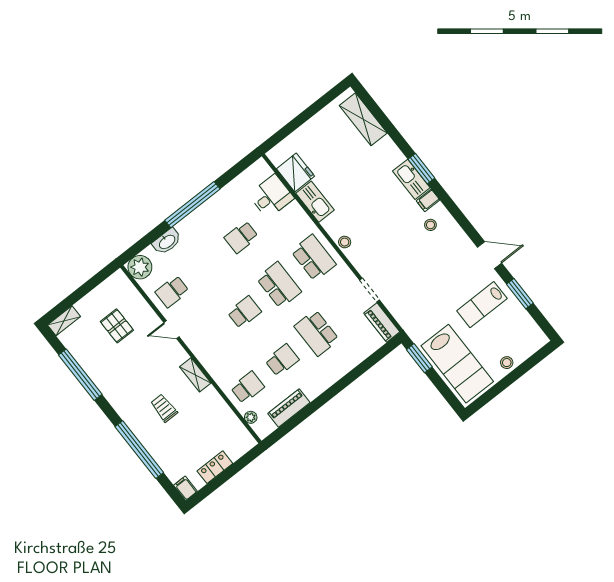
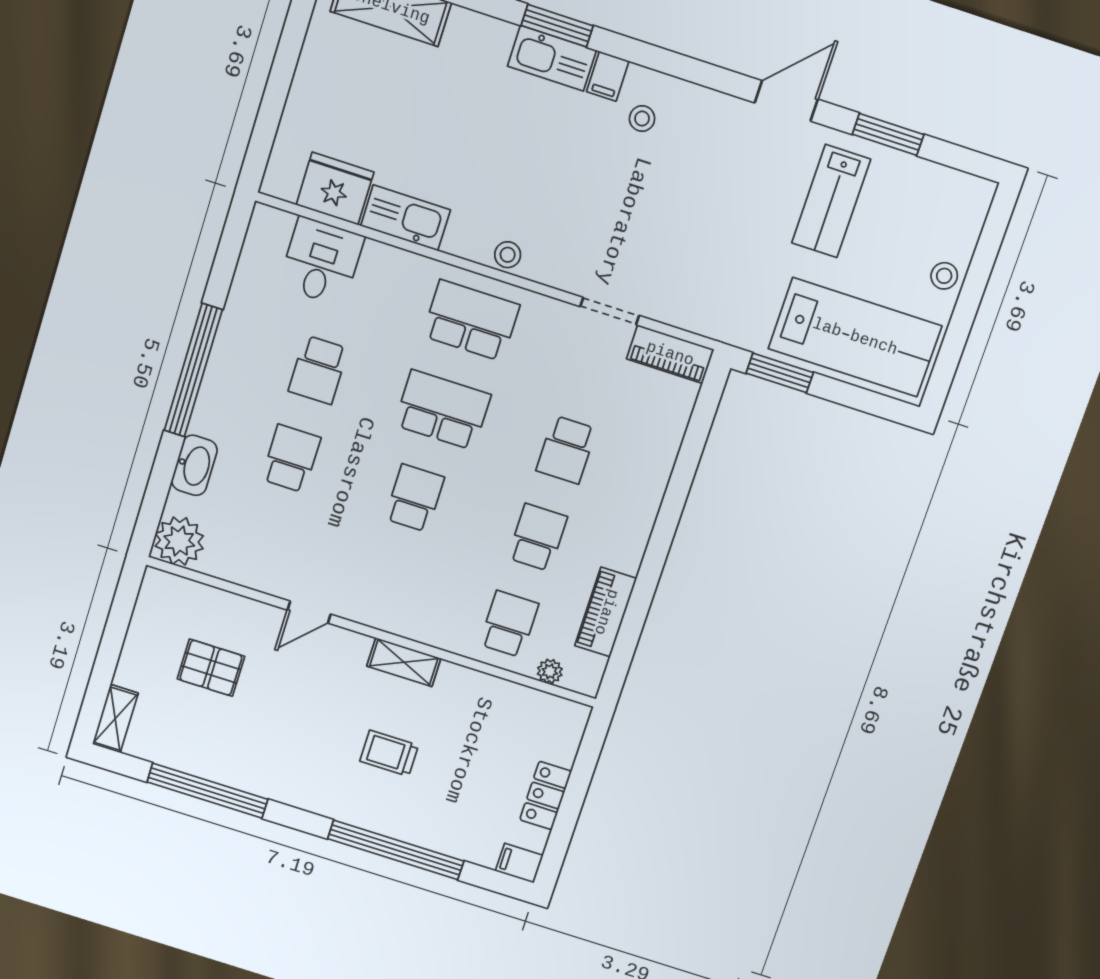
school desk: (172, 292) -> (291, 459), moved, turned 180
school desk: (317, 333) -> (566, 450), width x0.54

